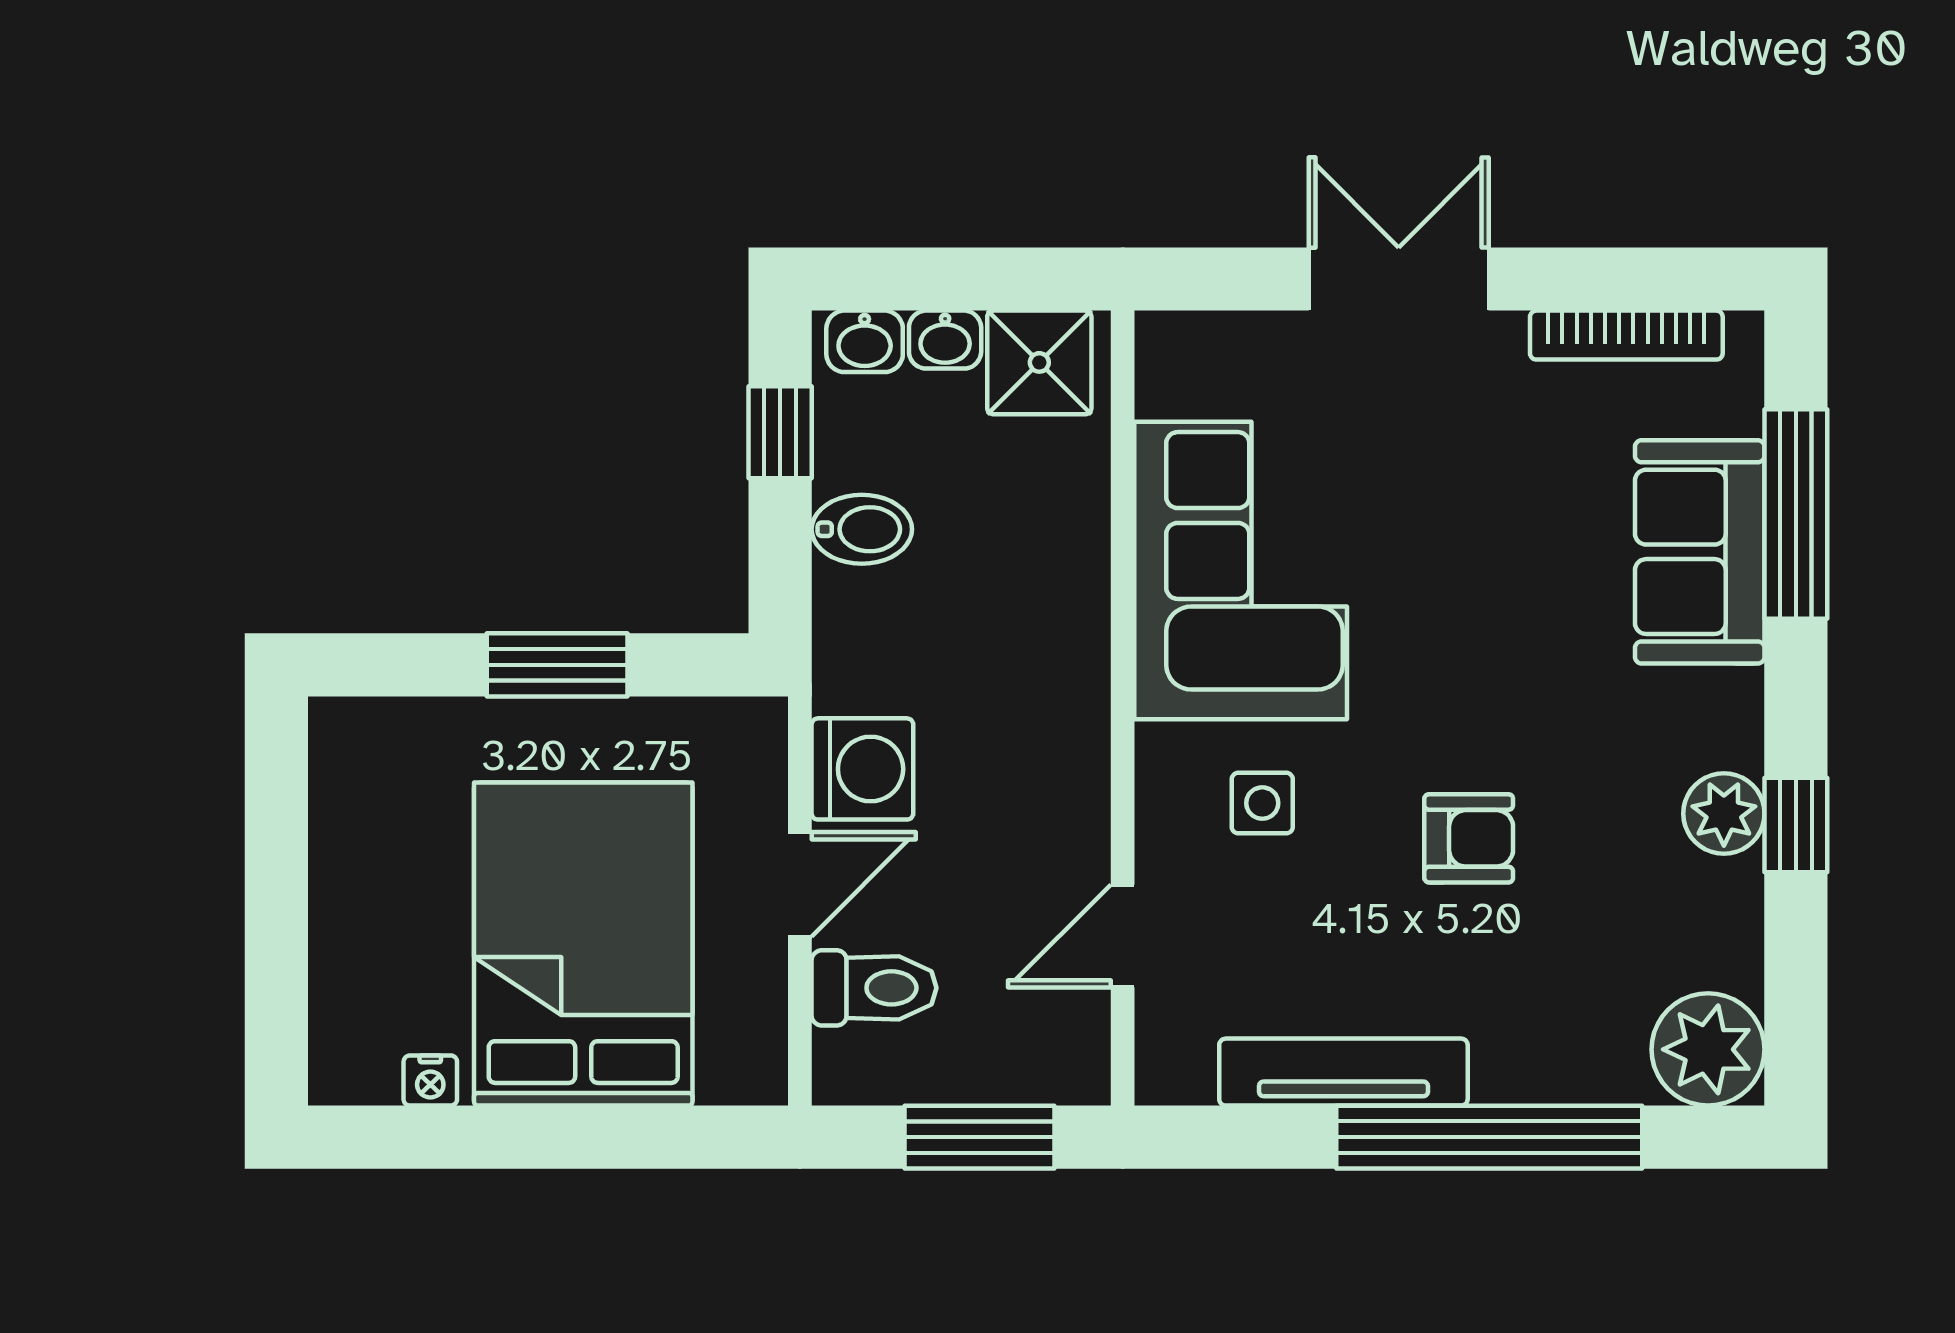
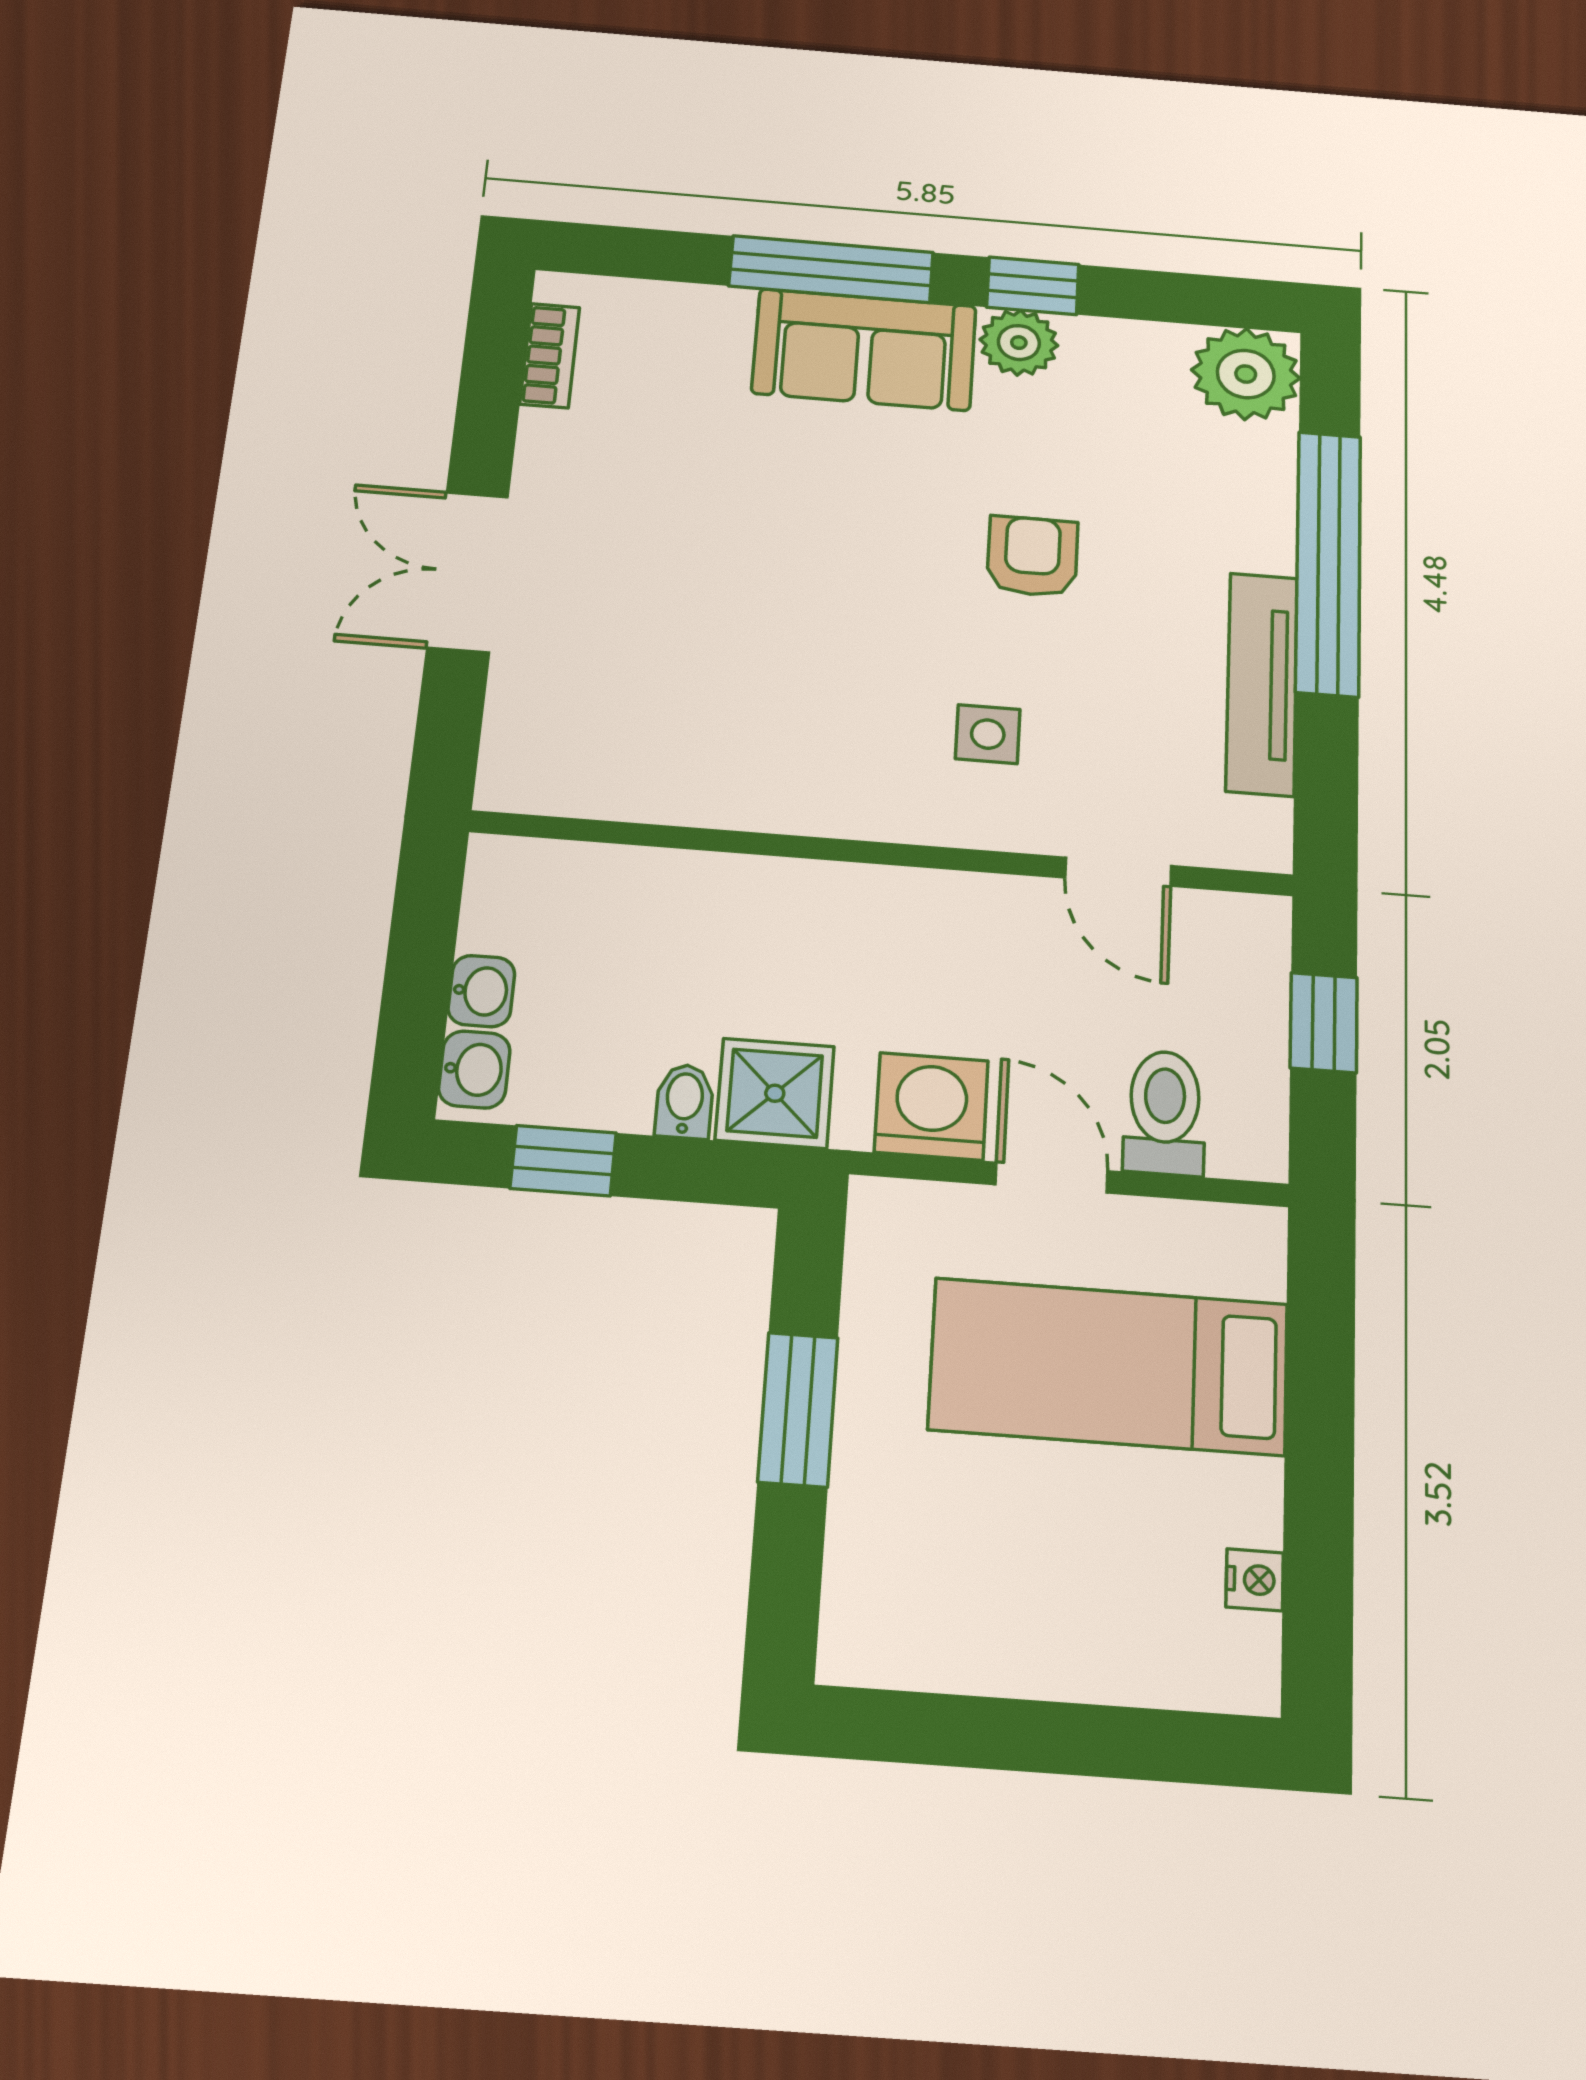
bookcase: (1626, 335) -> (550, 356), width x0.64
shower: (1039, 362) -> (775, 1093), moved
window: (1796, 514) -> (831, 269), moved
bidet: (862, 529) -> (684, 1101), width x0.72, depth x0.74
sofa: (1700, 552) -> (864, 350), moved
corner sofa: (1241, 571) -> (749, 735), removed
bed: (583, 944) -> (1109, 1367), width x0.67
window: (980, 1137) -> (1324, 1023), width x0.67

